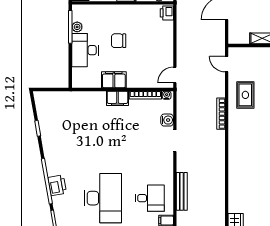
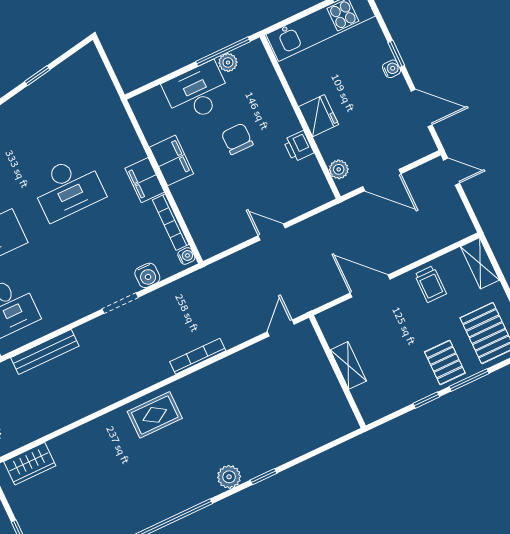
printer: (167, 13) -> (299, 146), moved, turned -90
door: (175, 75) -> (272, 232), moved
rug: (245, 95) -> (155, 415), moved
desk: (103, 140) -> (68, 188), added

